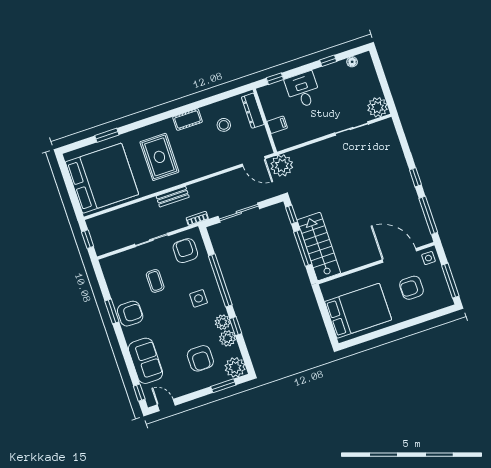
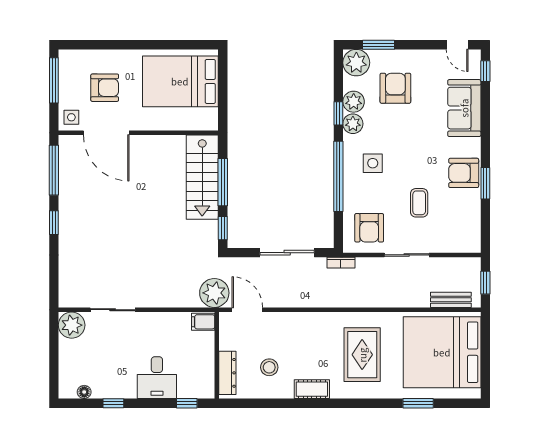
filing cabinet: (277, 125) -> (203, 322), moved
bench: (173, 197) -> (451, 300), moved

